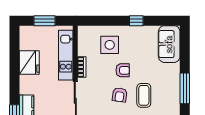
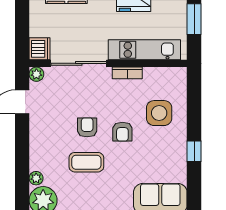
armchair: (120, 95) -> (87, 127), turned 83

